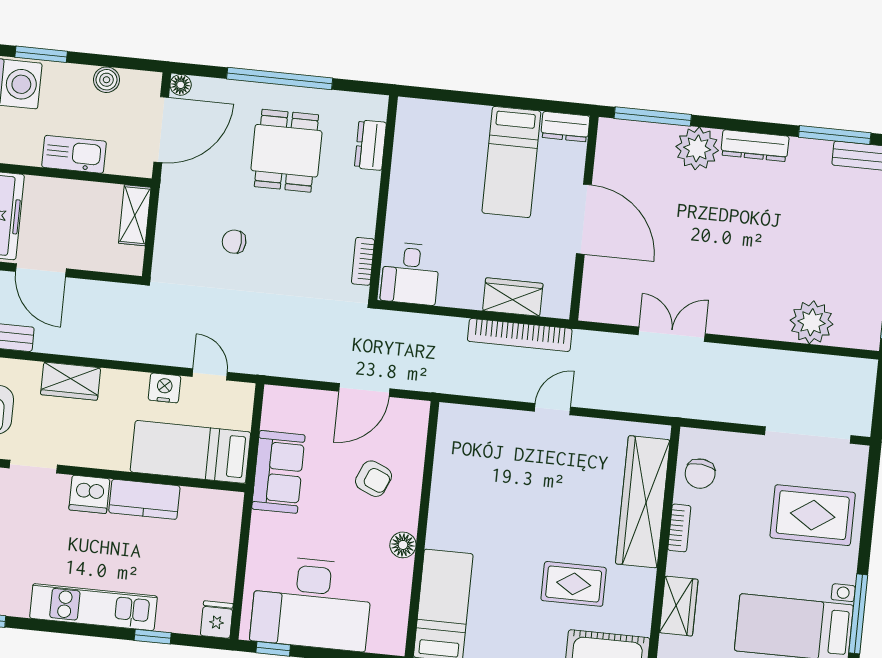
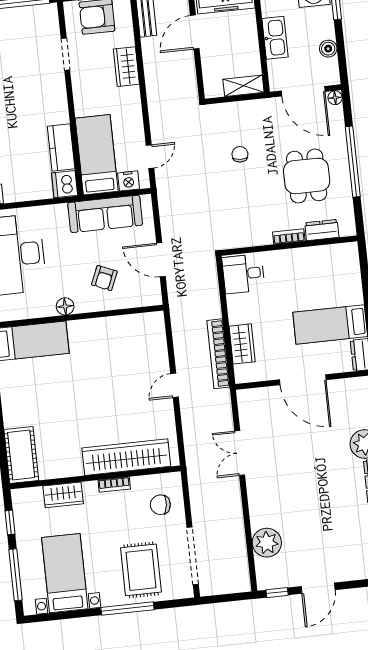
dining table: (286, 151) -> (307, 176), turned 90
door: (584, 219) -> (303, 380), hinge flipped
bookcase: (363, 261) -> (289, 236), moved
double door: (672, 334) -> (240, 453), swing flipped
nightstand: (164, 388) -> (129, 181), moved, turned 90
door: (552, 409) -> (174, 385), swing flipped
sofa: (278, 472) -> (105, 214), width x1.36
chair: (700, 474) -> (160, 505), moved
dishwasher: (89, 494) -> (65, 184), moved
kitchen counter: (144, 499) -> (61, 147), moved
rug: (574, 584) -> (63, 423), removed
window: (858, 614) -> (127, 609), moved

